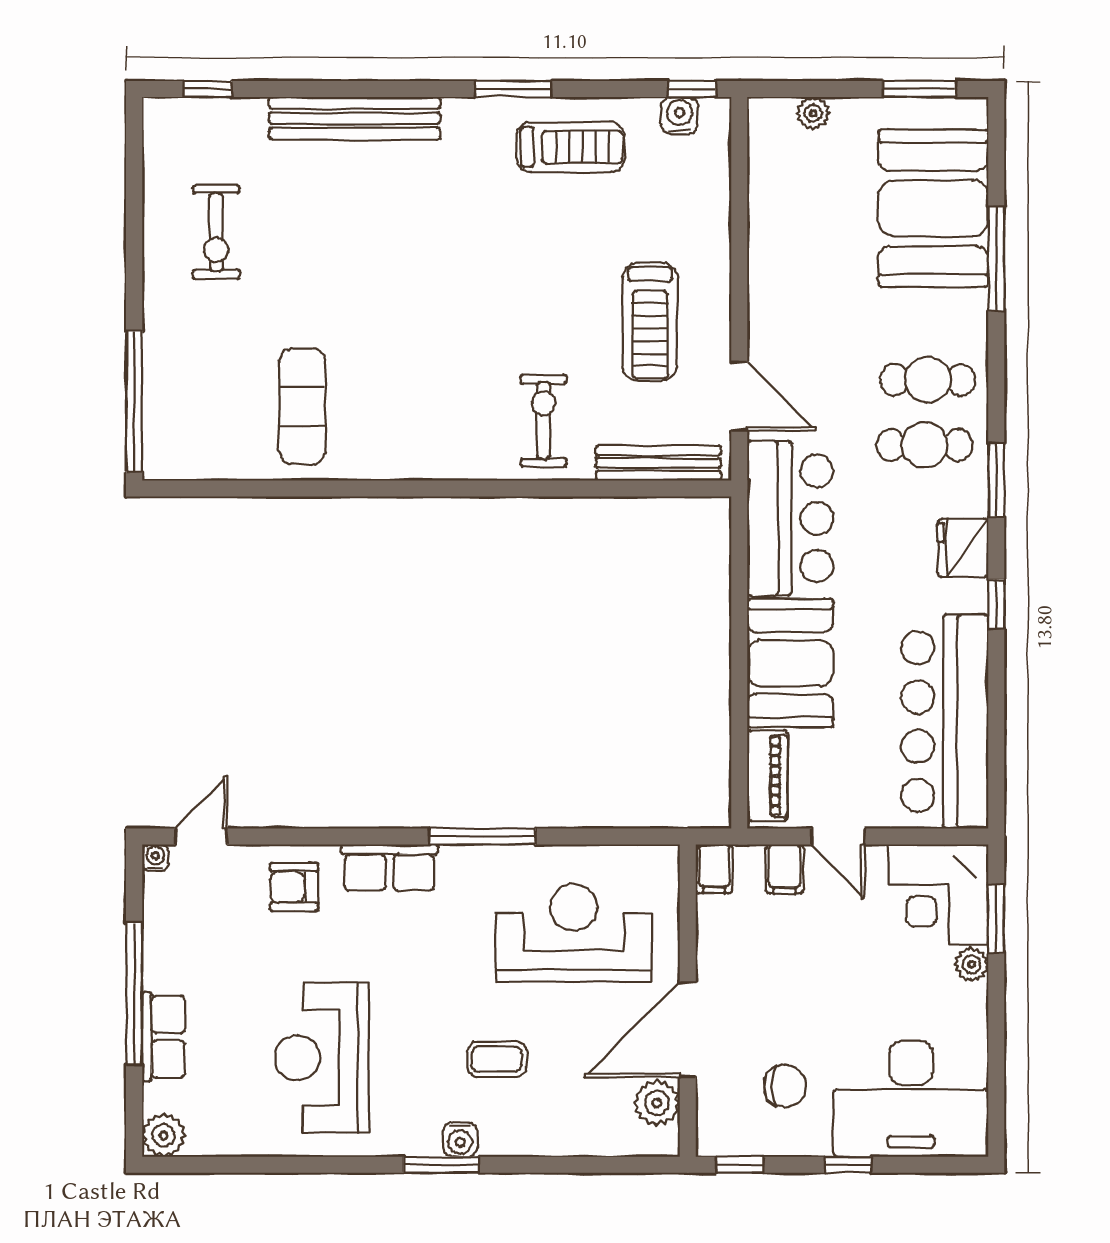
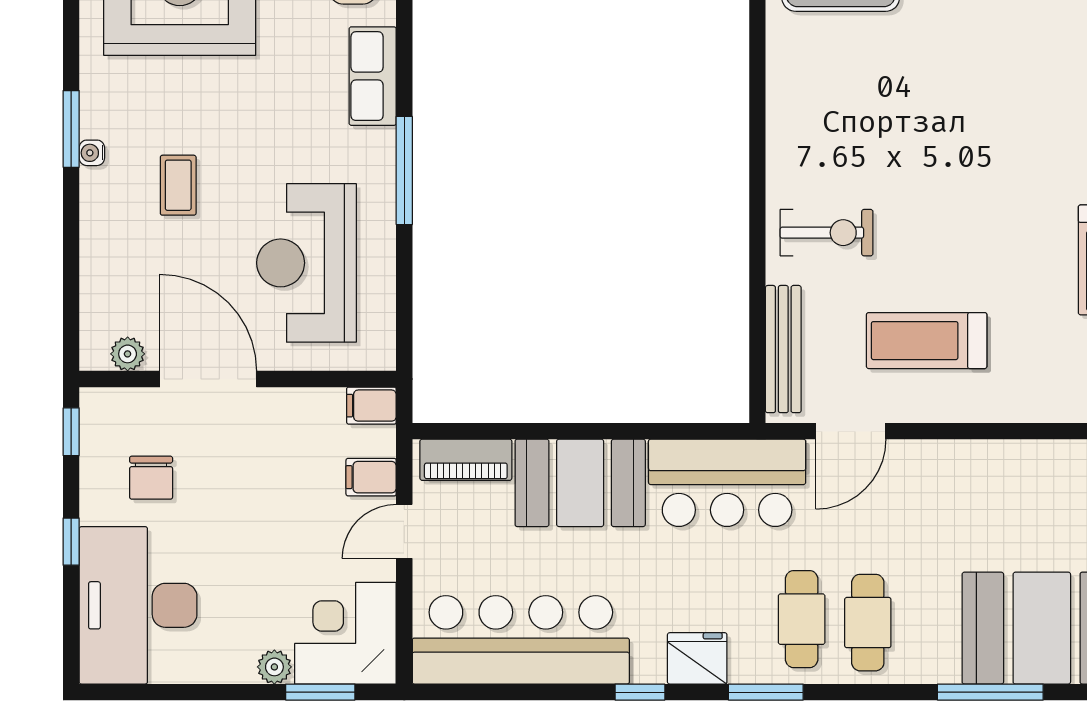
reception desk: (573, 933) -> (307, 263), turned 180
plant: (657, 1103) -> (128, 354), width x0.73, depth x0.73
water cooler: (460, 1139) -> (92, 153), width x0.72, depth x0.72

